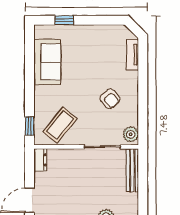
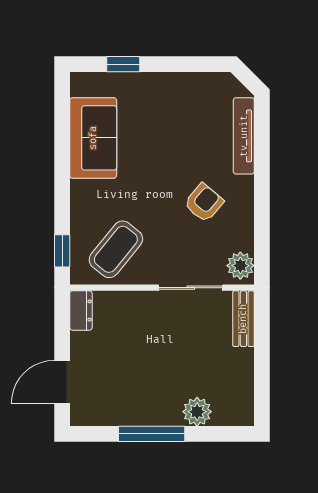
tv unit: (133, 55) -> (244, 136), width x1.41
armchair: (110, 99) -> (204, 203), turned -99
bench: (132, 170) -> (243, 319), width x0.73

